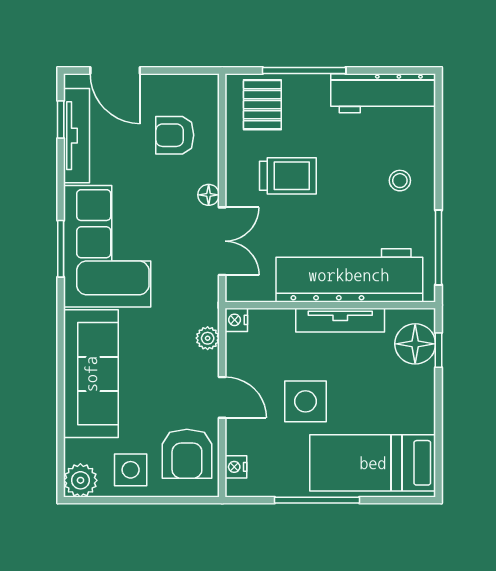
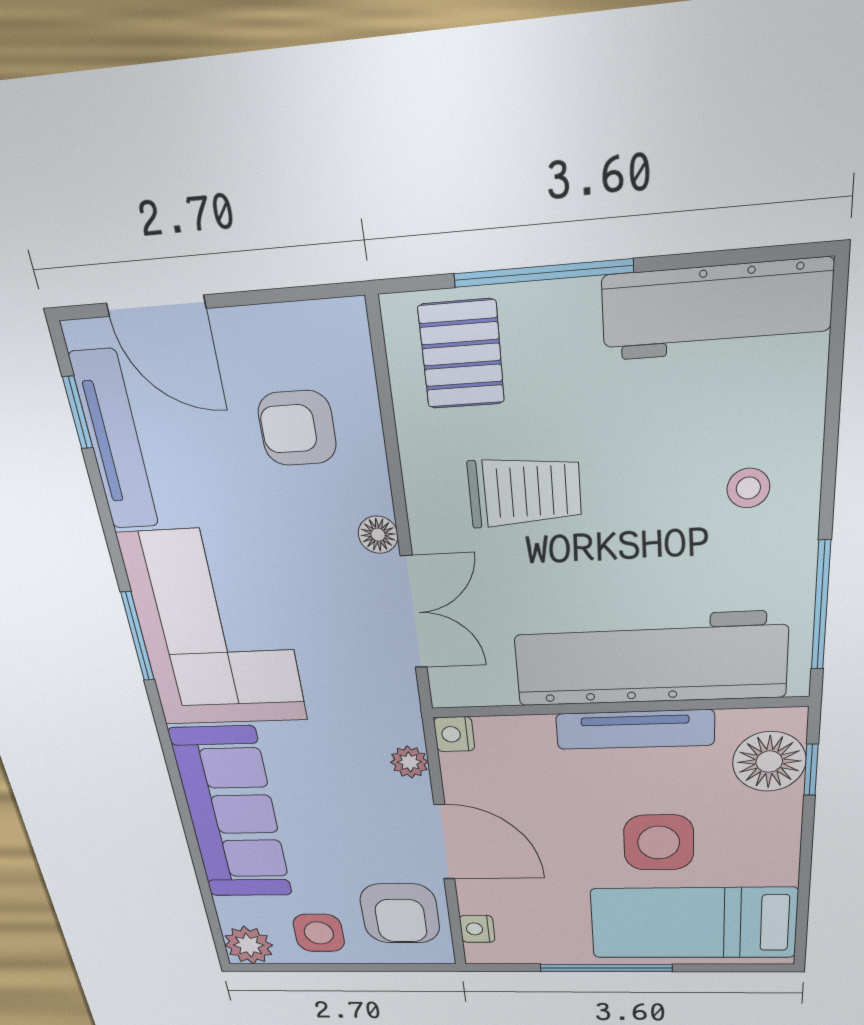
door: (222, 397) -> (444, 842), width x1.38
side table: (305, 401) -> (659, 843), moved

